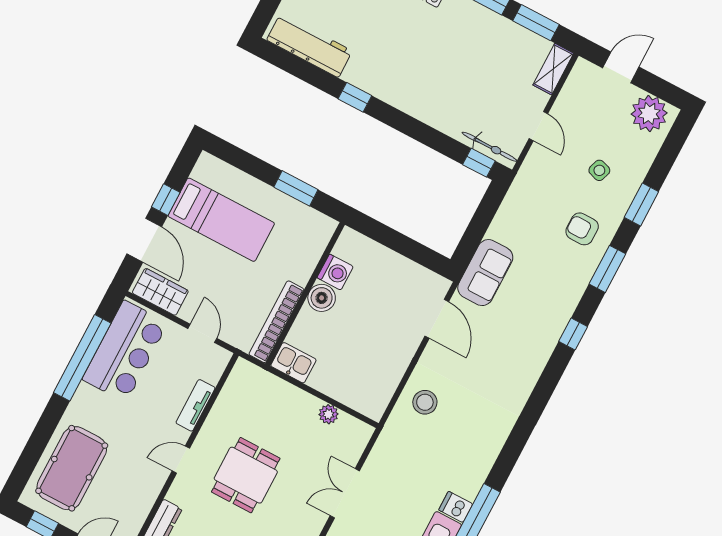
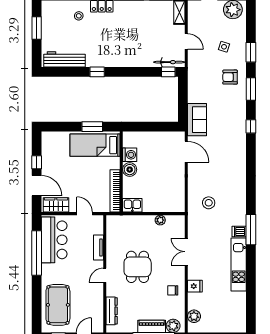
bed: (221, 220) -> (95, 145), moved, turned 180
stool: (425, 402) -> (209, 203), moved

